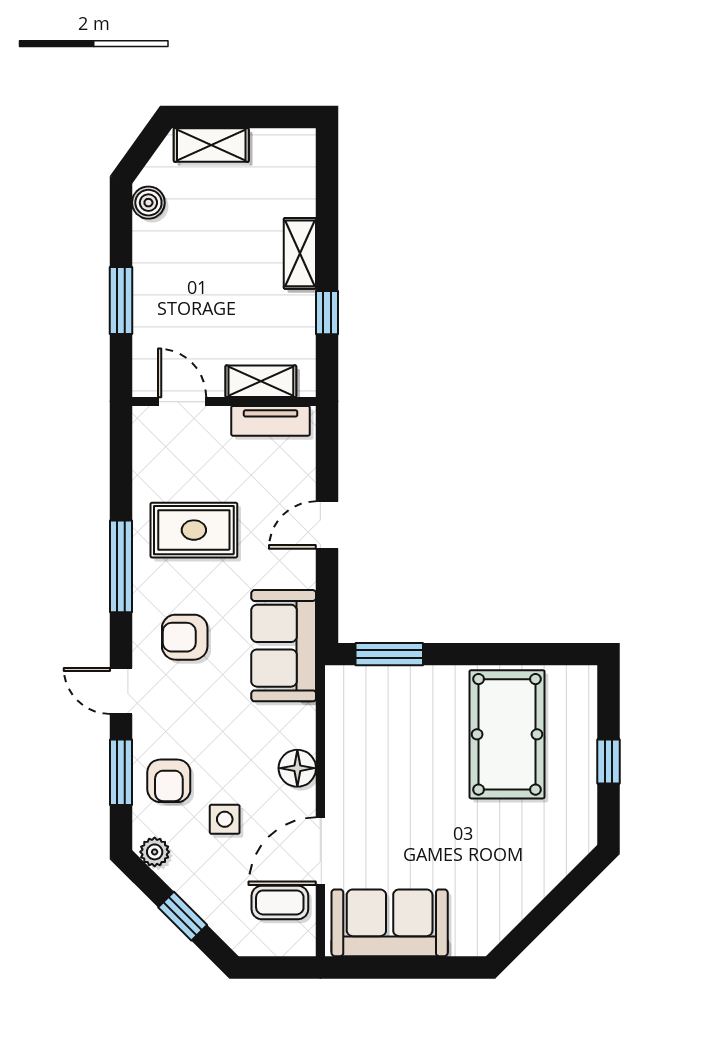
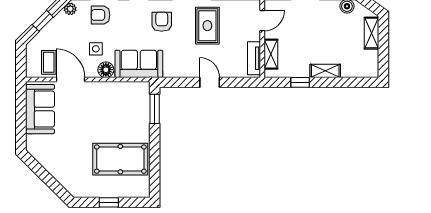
sofa: (284, 646) -> (139, 64), moved
side table: (225, 819) -> (96, 49), moved

